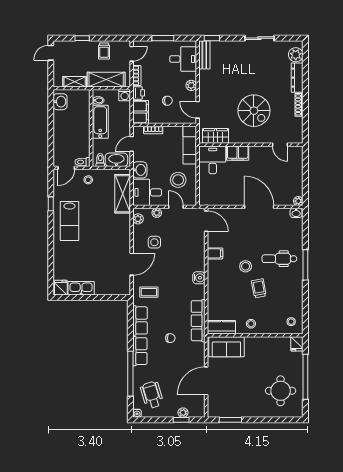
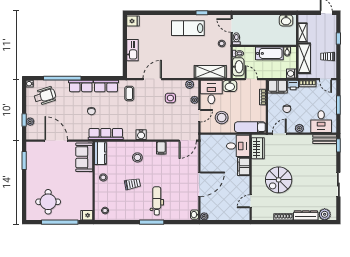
door: (132, 264) -> (152, 79), swing flipped
stool: (246, 266) -> (137, 157), moved
kitchen sink: (81, 288) -> (133, 50), moved

